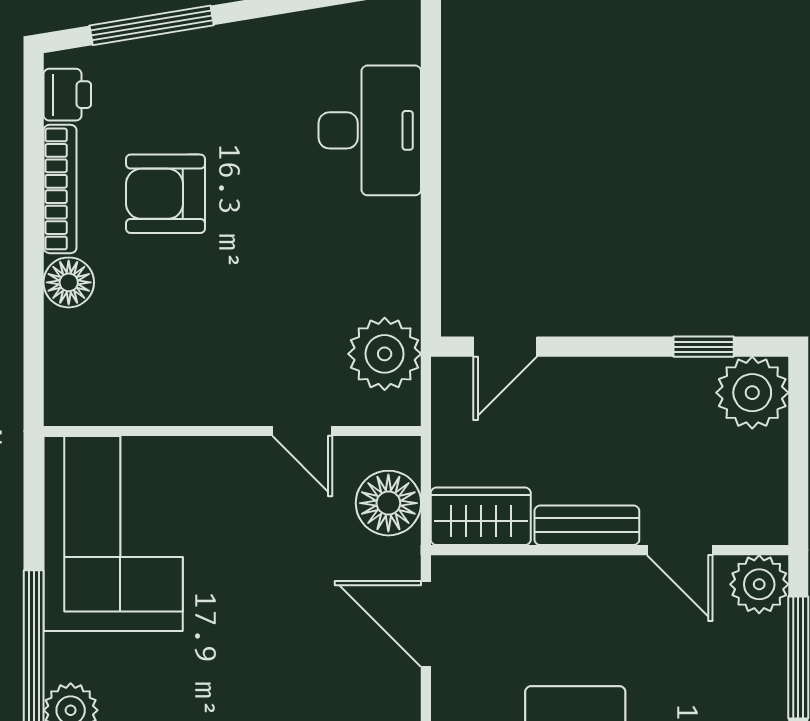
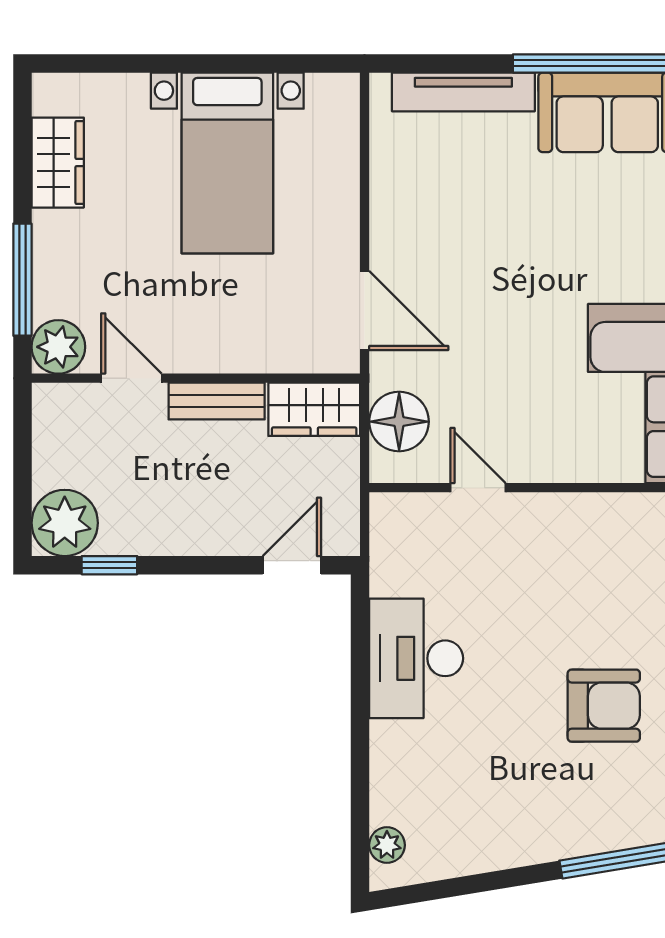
desk: (370, 130) -> (416, 658), moved
plant: (385, 354) -> (387, 845), moved, width x0.53, depth x0.53

